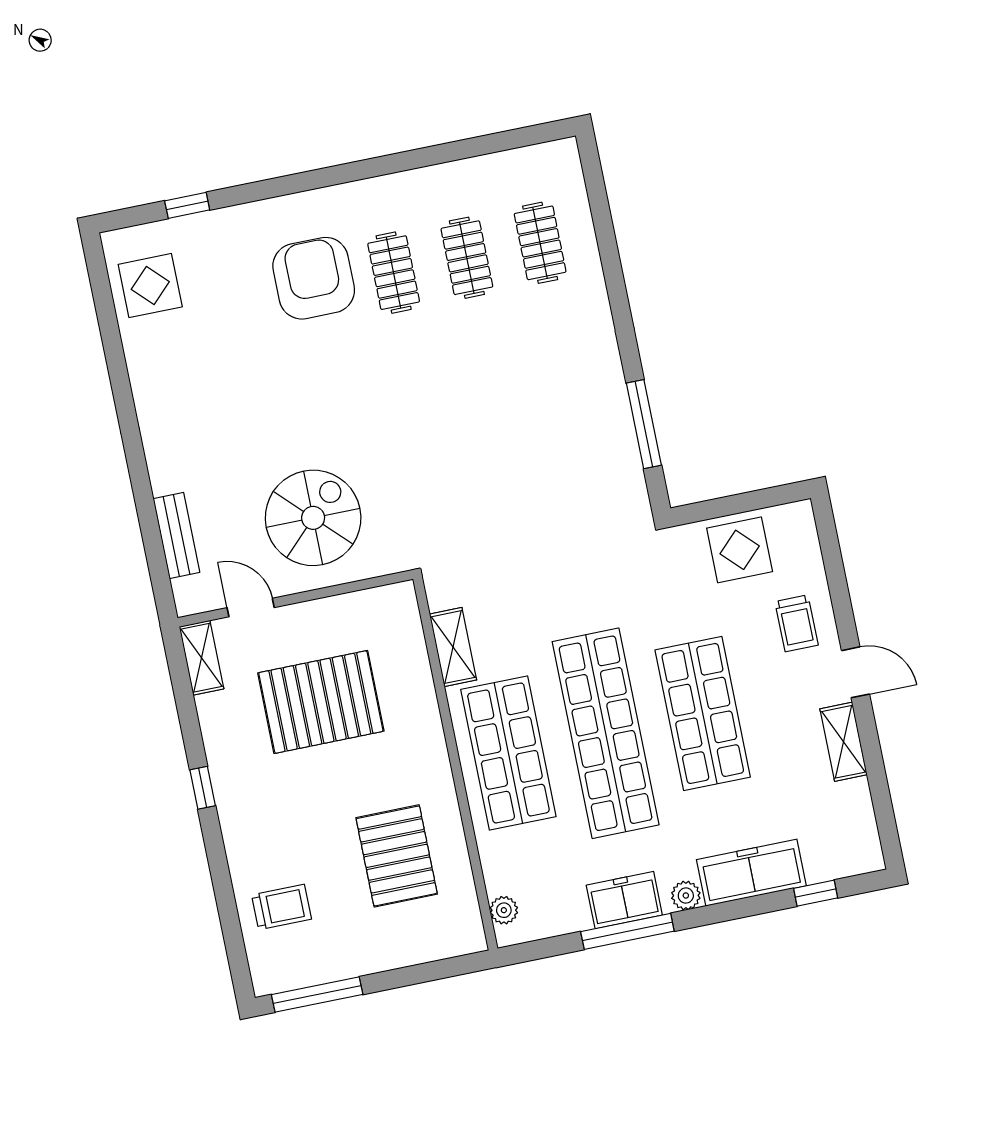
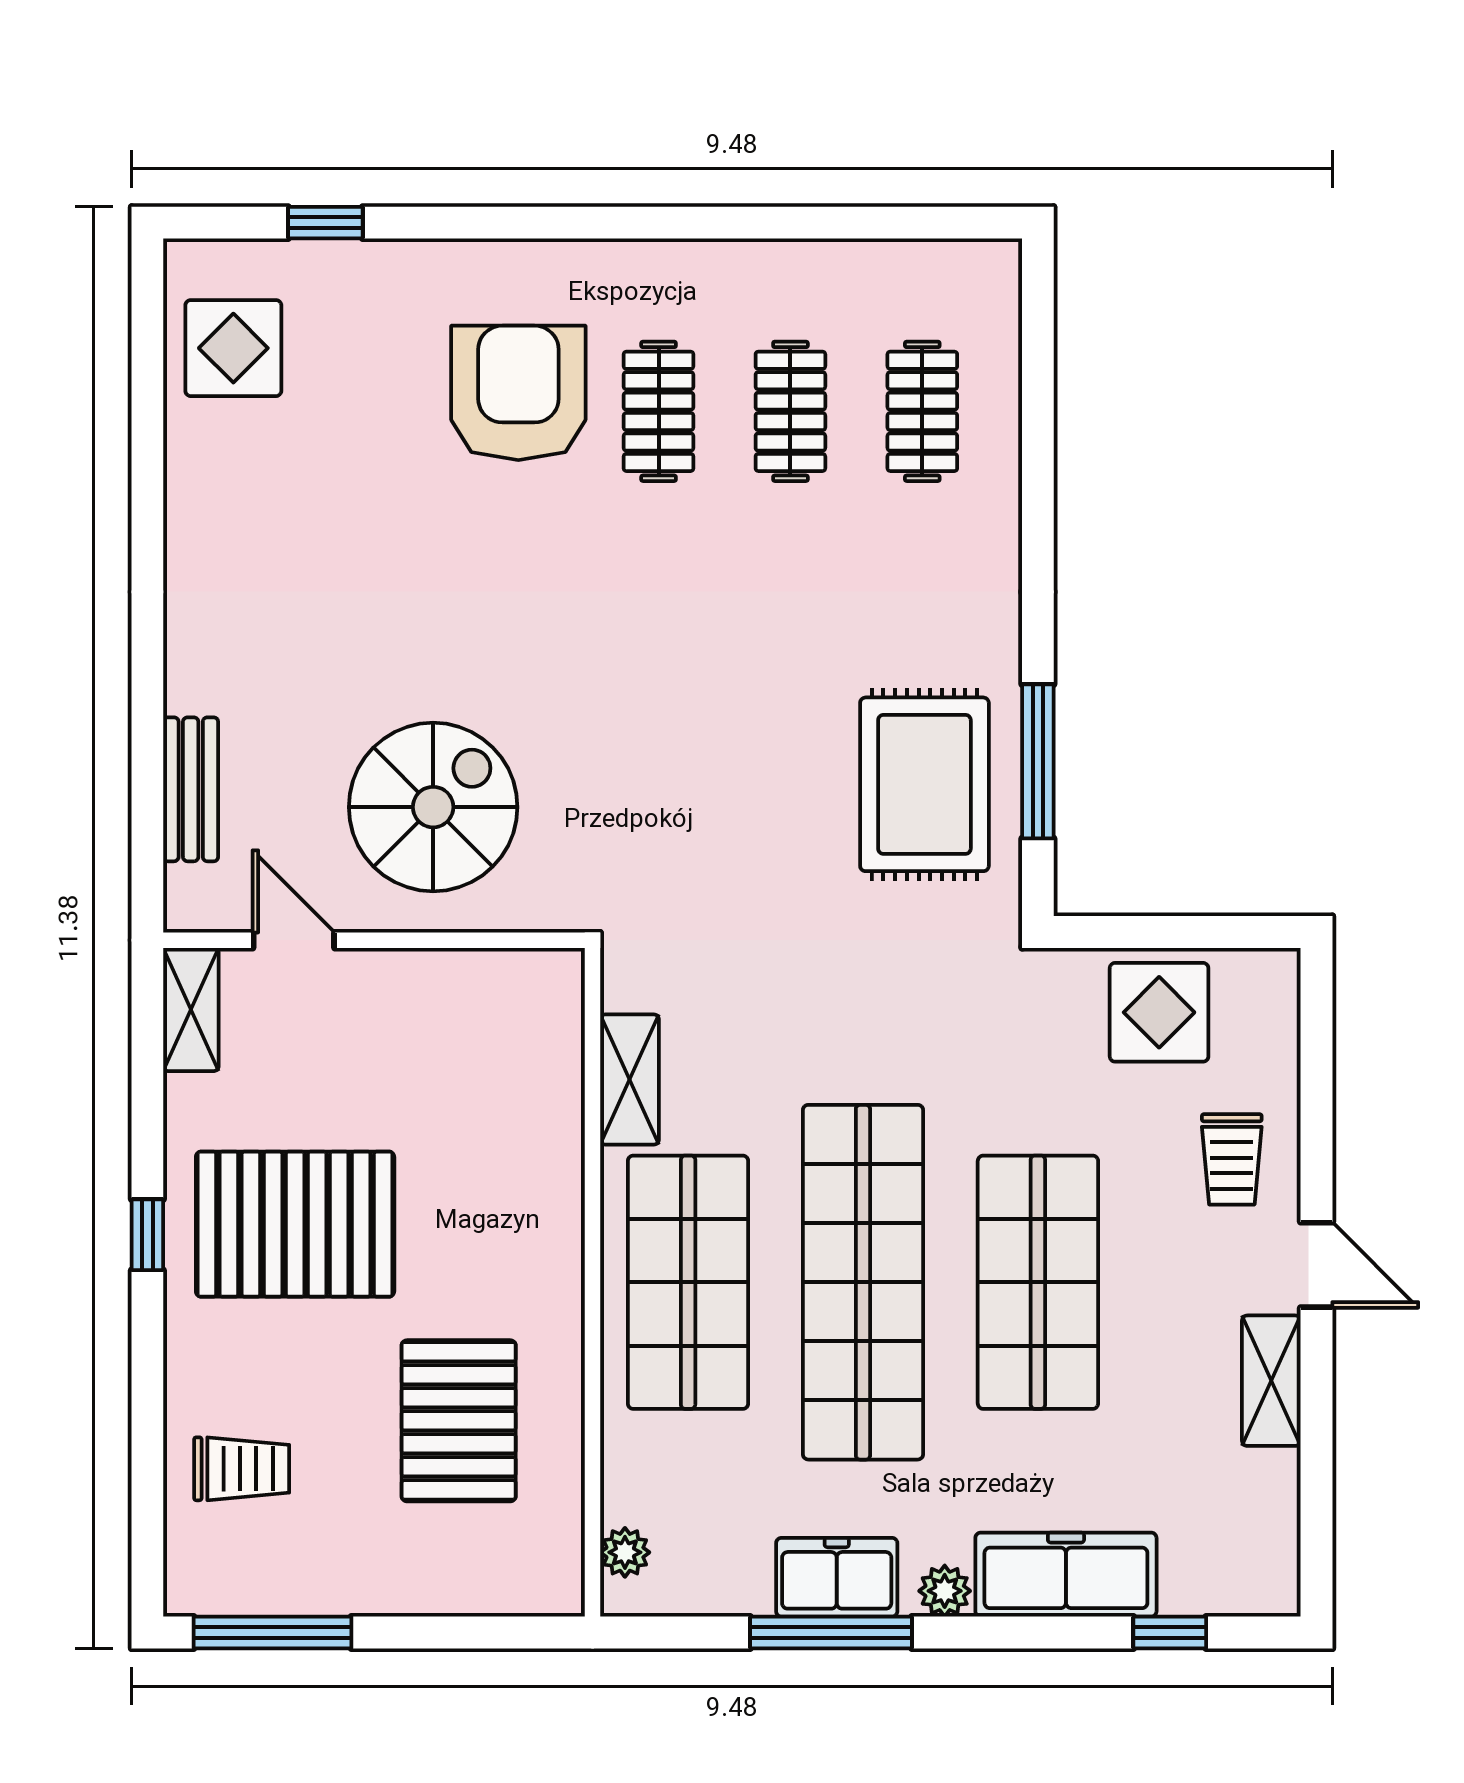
rug: (583, 450) -> (924, 784), added
pallet: (321, 702) -> (295, 1224), moved

